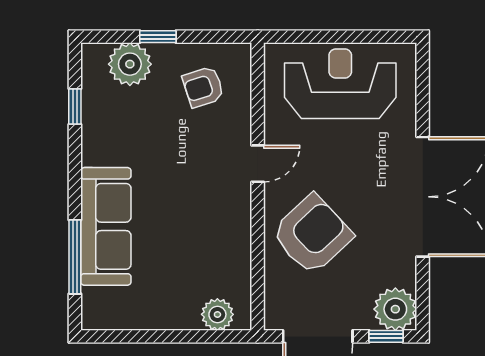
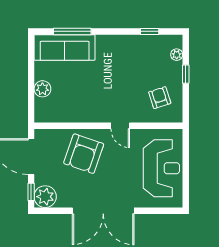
plant: (130, 64) -> (177, 55), width x0.53, depth x0.53
sofa: (106, 226) -> (65, 47), moved
armchair: (312, 234) -> (84, 154), turned 62
plant: (217, 314) -> (42, 89), moved

